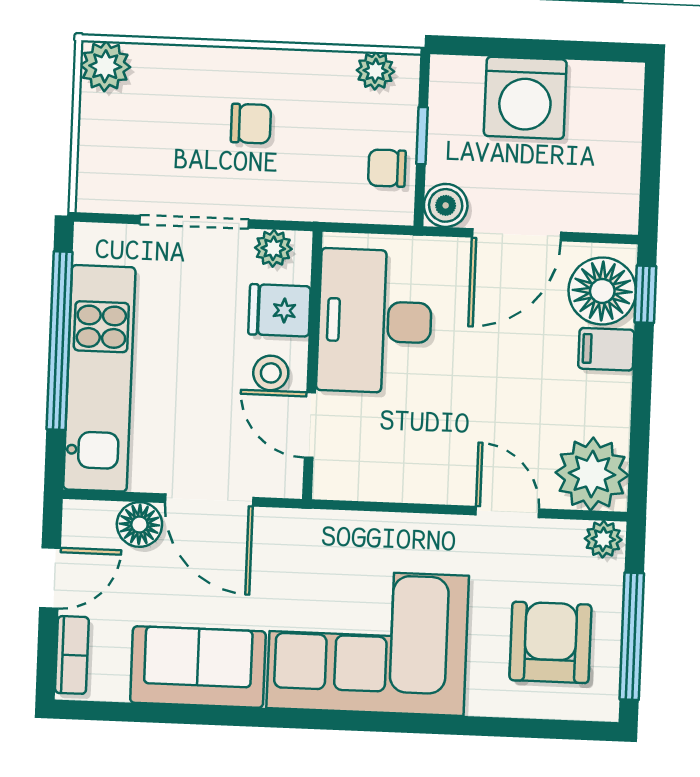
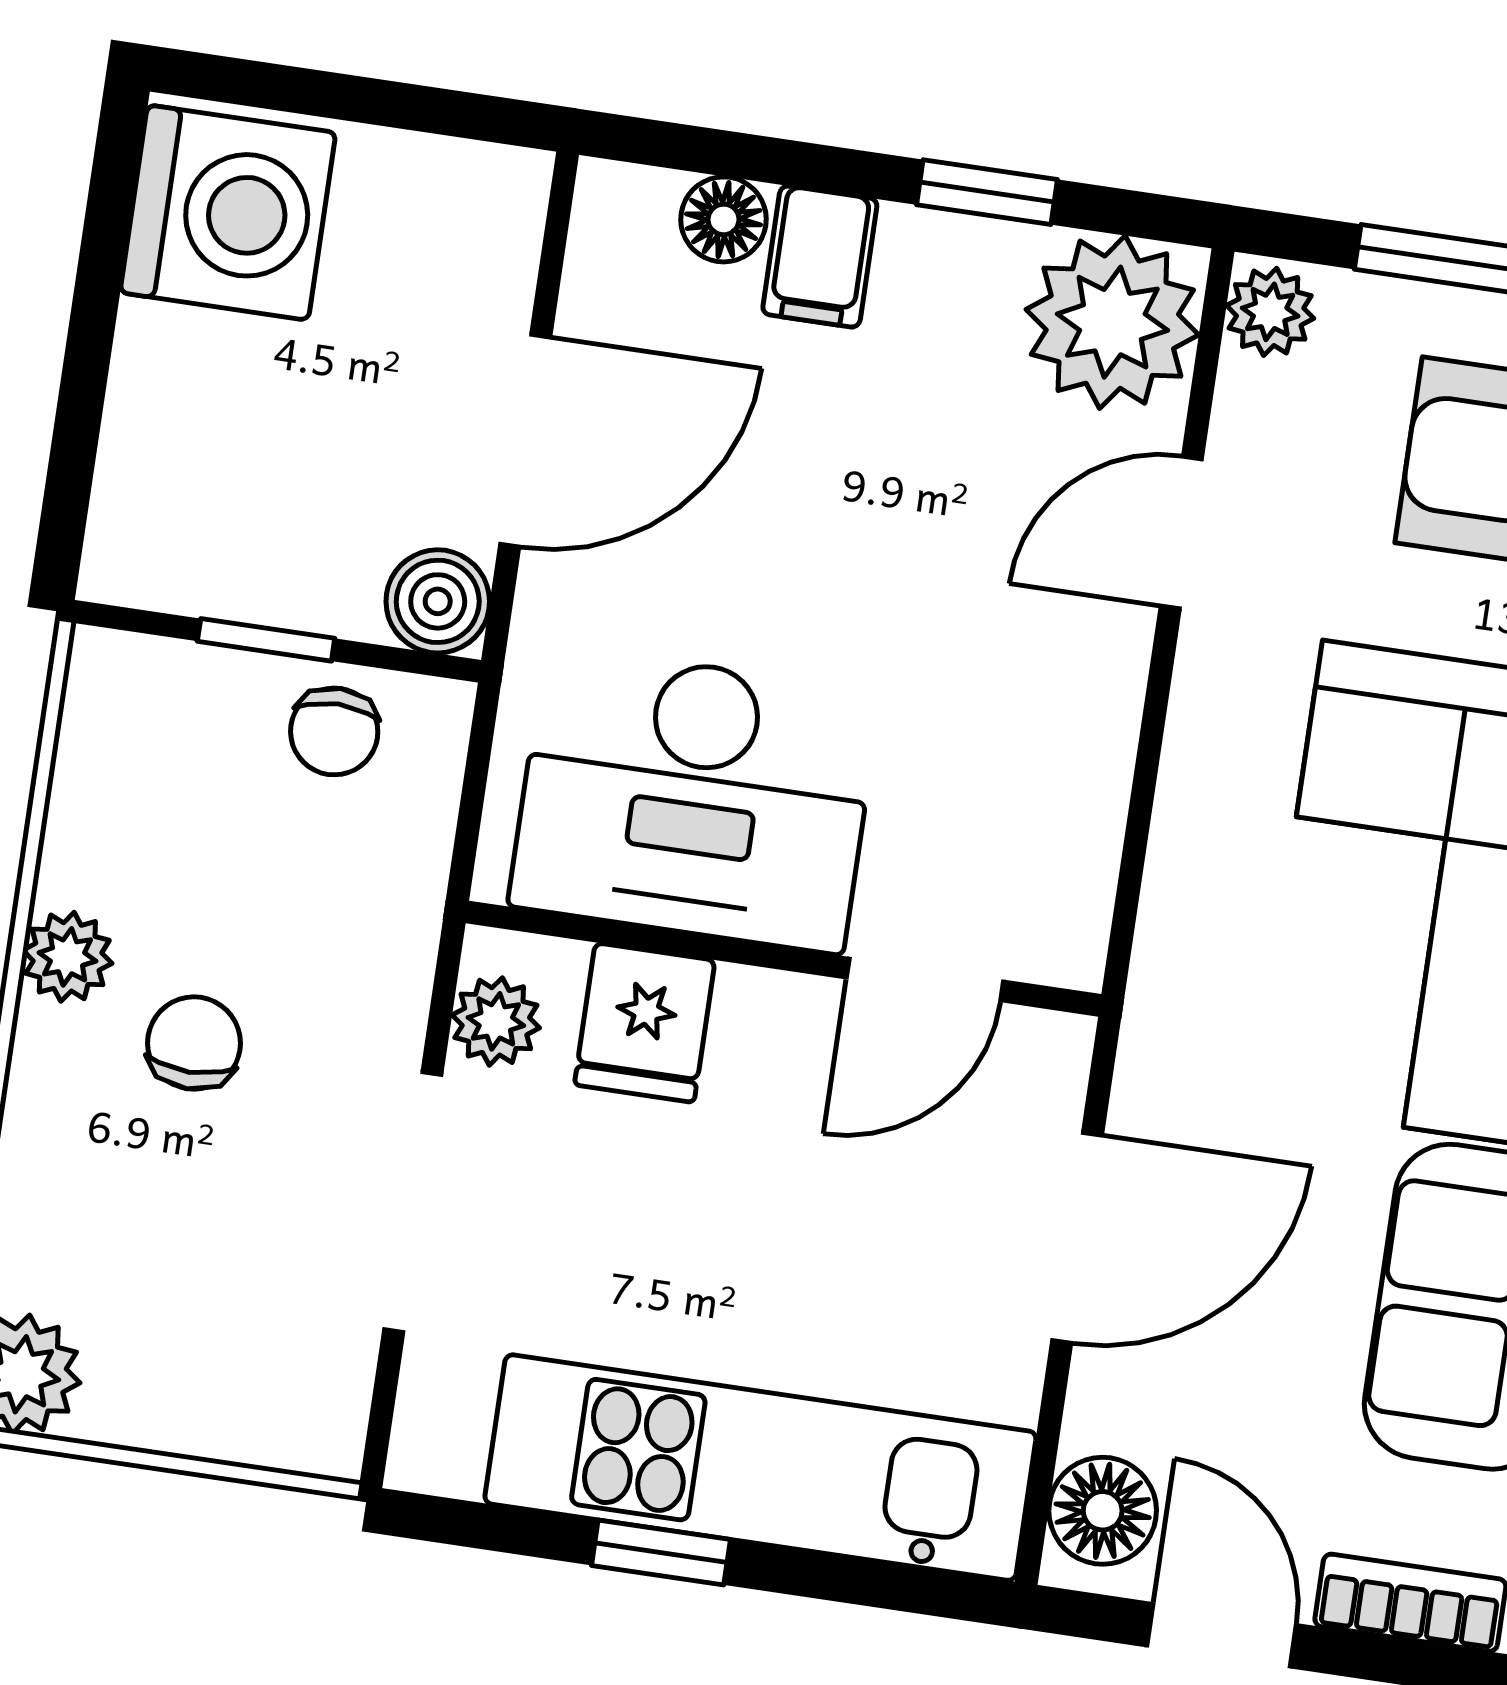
plant: (375, 71) -> (67, 957), moved
washing machine: (525, 98) -> (228, 213), moved
door: (517, 235) -> (525, 441), hinge flipped
floor lamp: (602, 291) -> (724, 219), width x0.53, depth x0.53
window: (645, 294) -> (987, 192), moved
window: (60, 341) -> (661, 1552), width x0.32
stool: (271, 373) -> (791, 1059), removed
floor lamp: (139, 524) -> (1103, 1511), moved

